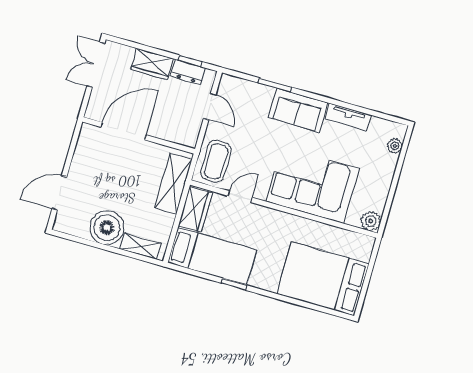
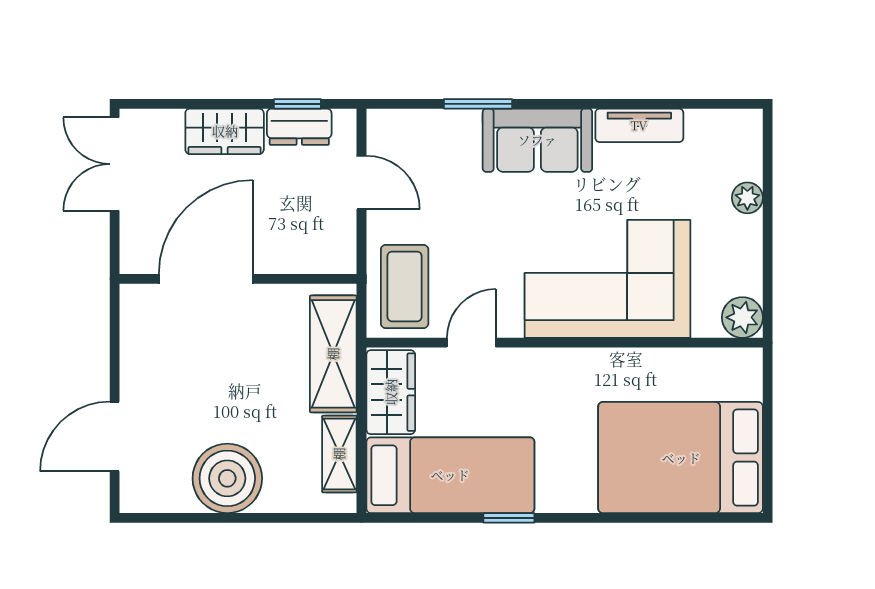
plant: (395, 146) -> (747, 198), moved
shelving: (140, 246) -> (339, 454), moved, turned 90

